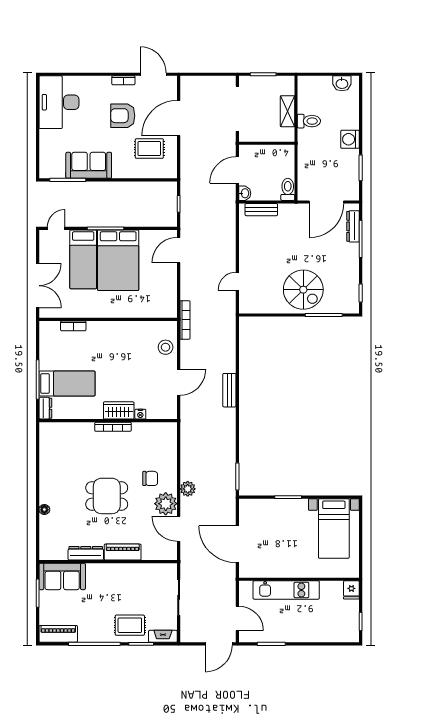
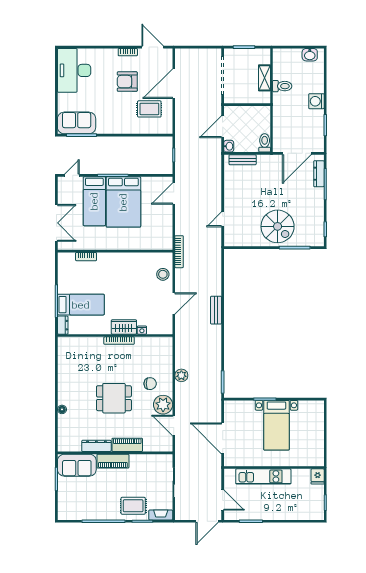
sofa: (89, 165) -> (77, 123), moved
plant: (188, 489) -> (181, 375), moved
bed with nightstands: (334, 528) -> (276, 425), moved
piano: (58, 634) -> (113, 461), moved, turned 180

